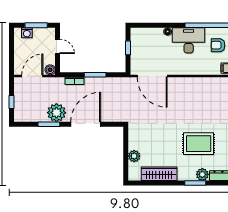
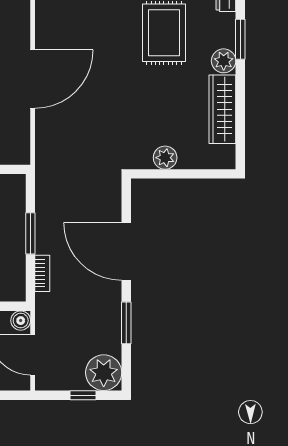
door: (152, 76) -> (33, 79), moved
plant: (56, 113) -> (104, 373), moved
plant: (134, 156) -> (165, 158), moved
plant: (202, 174) -> (224, 61), moved

